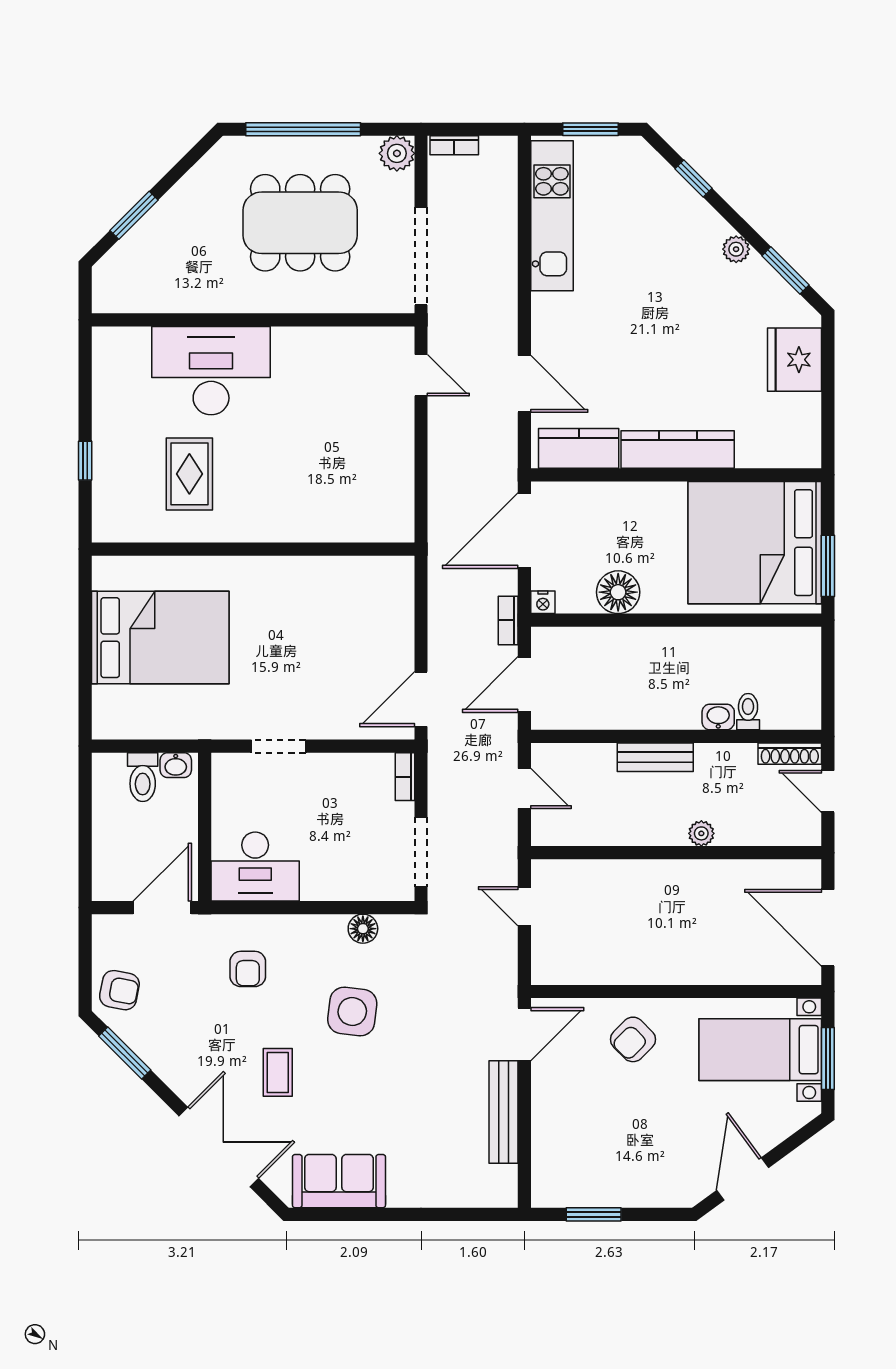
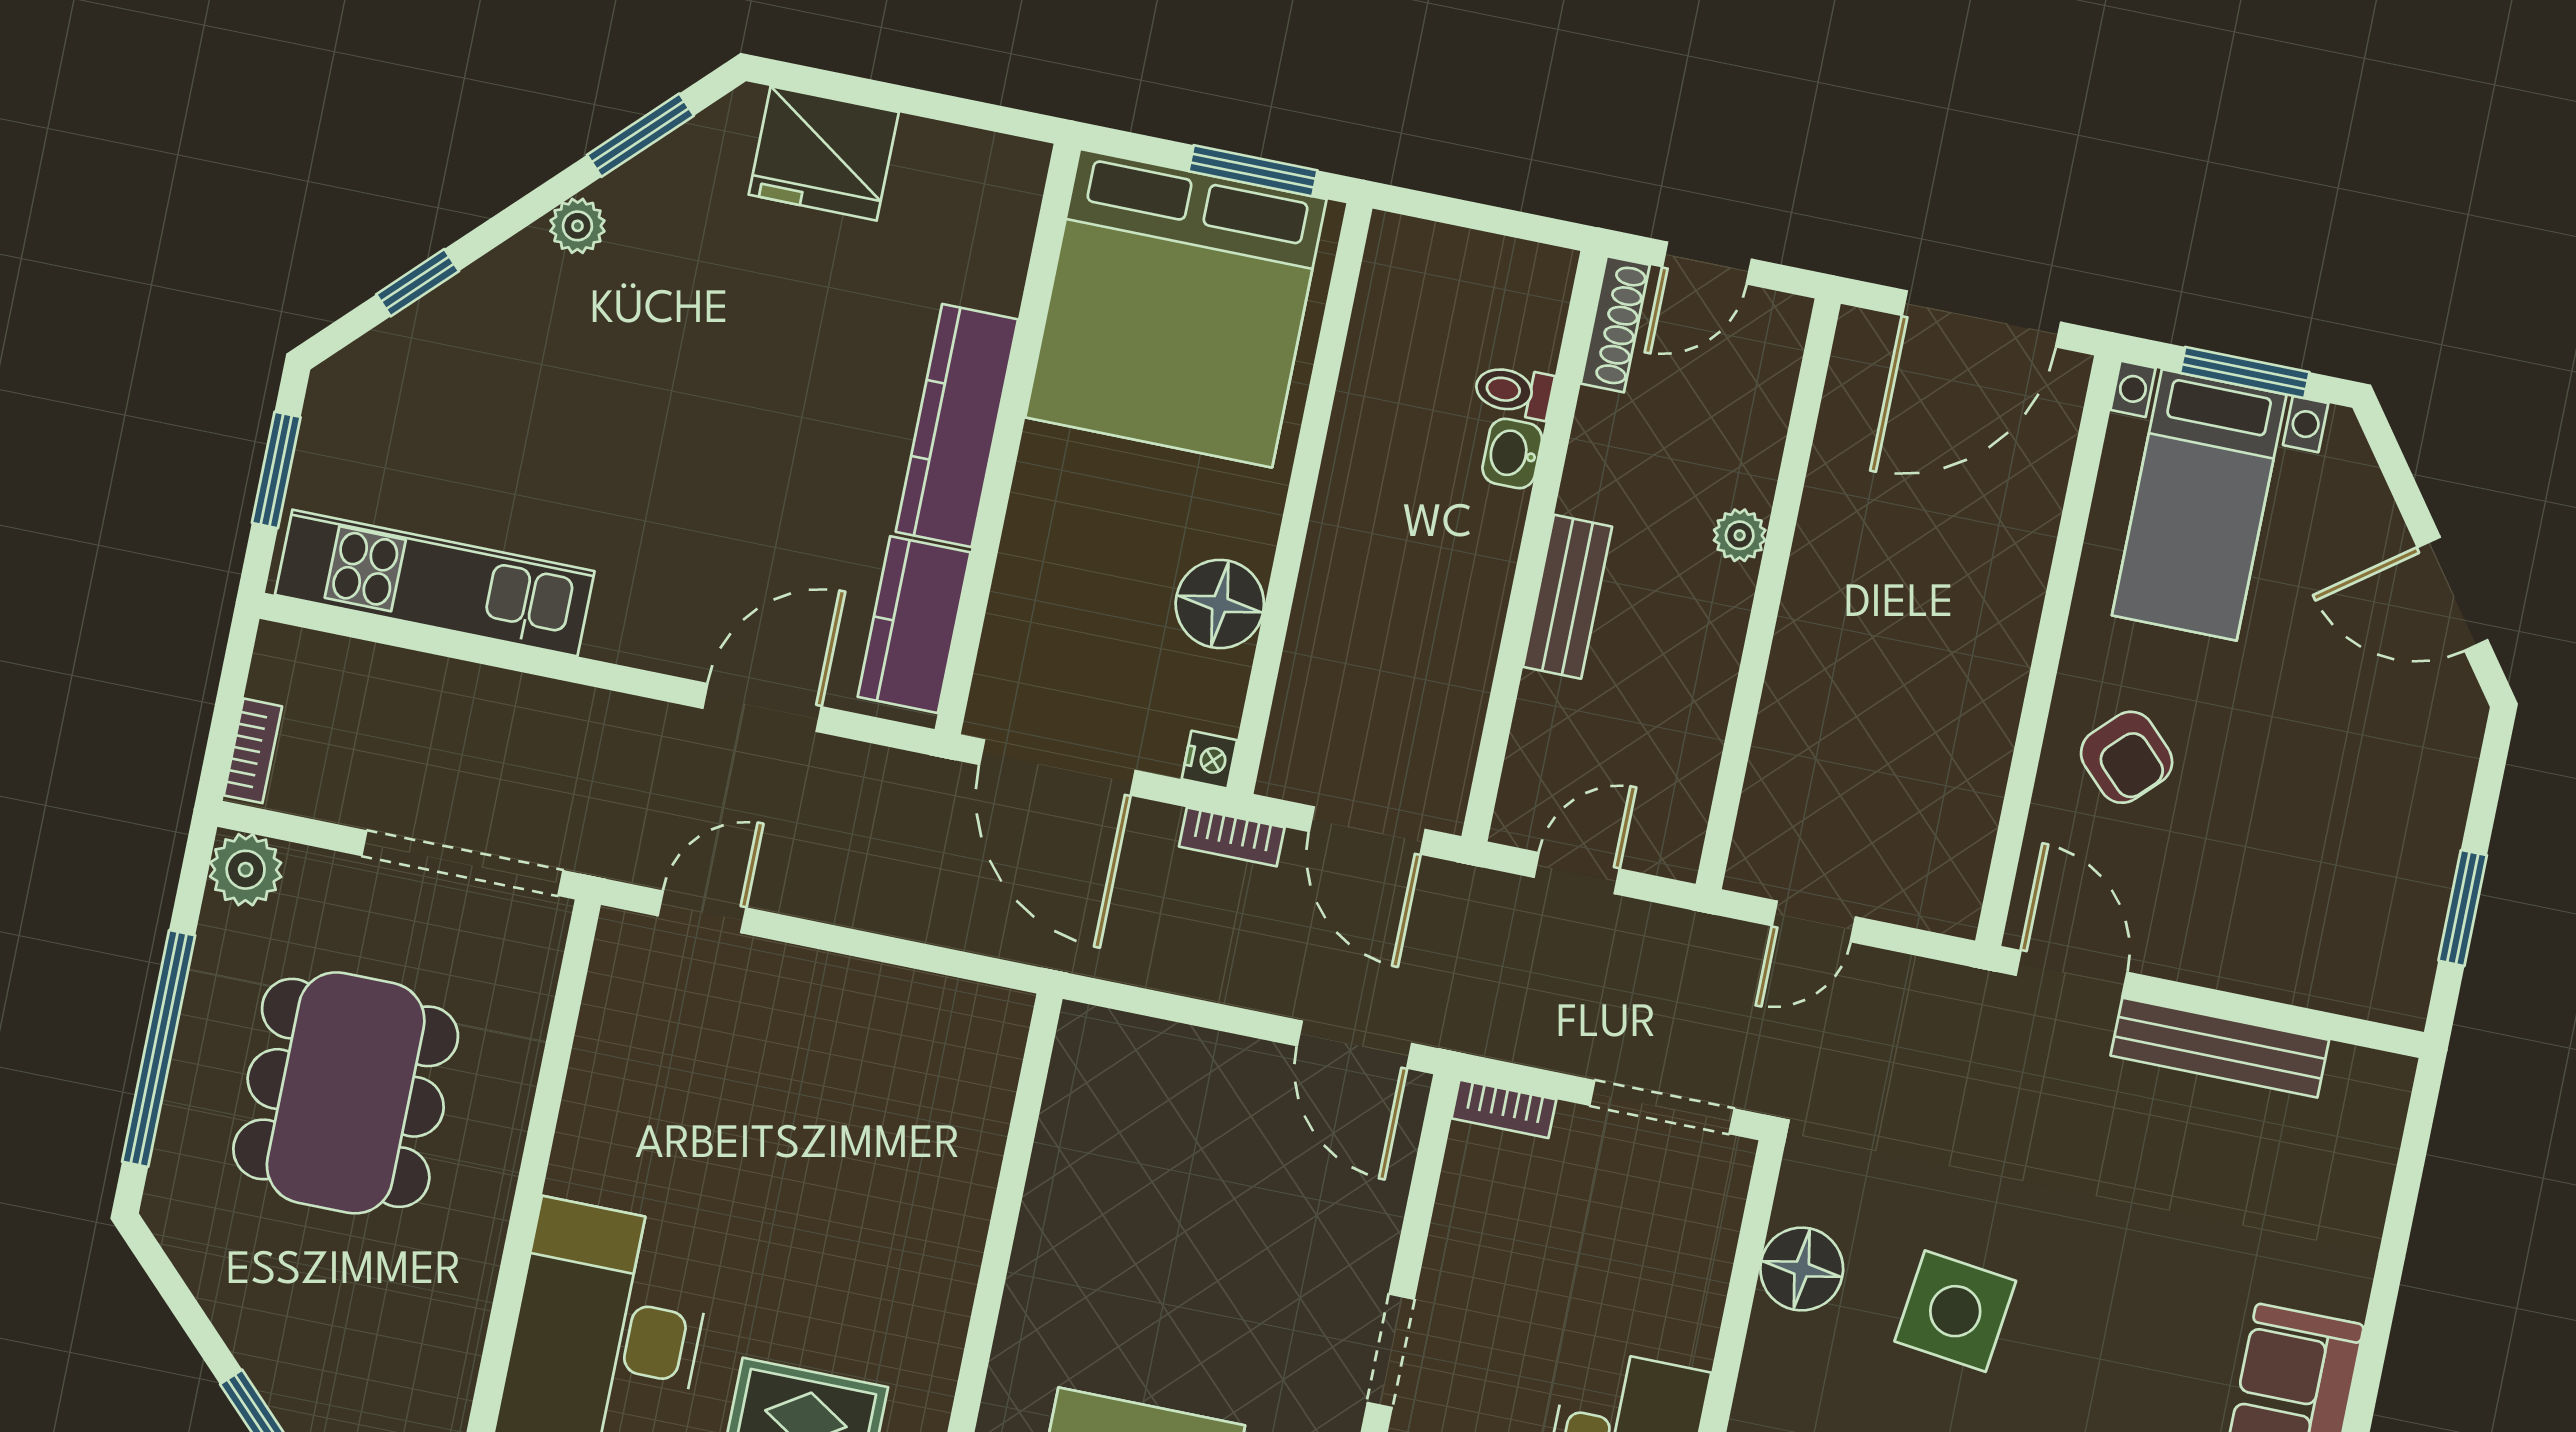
floor lamp: (363, 929) -> (1802, 1269), width x1.38, depth x1.38

